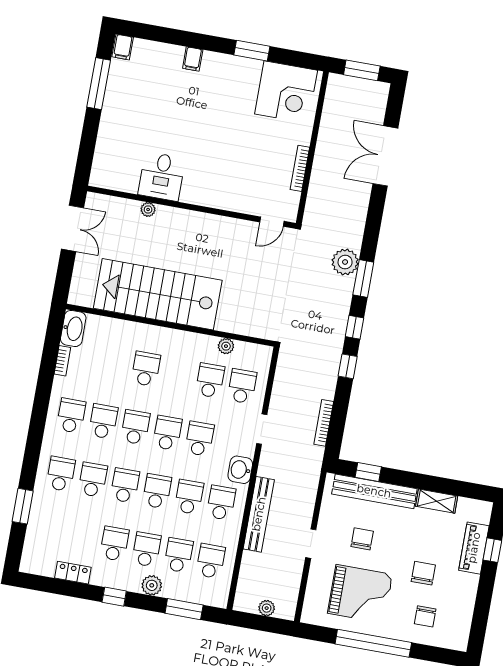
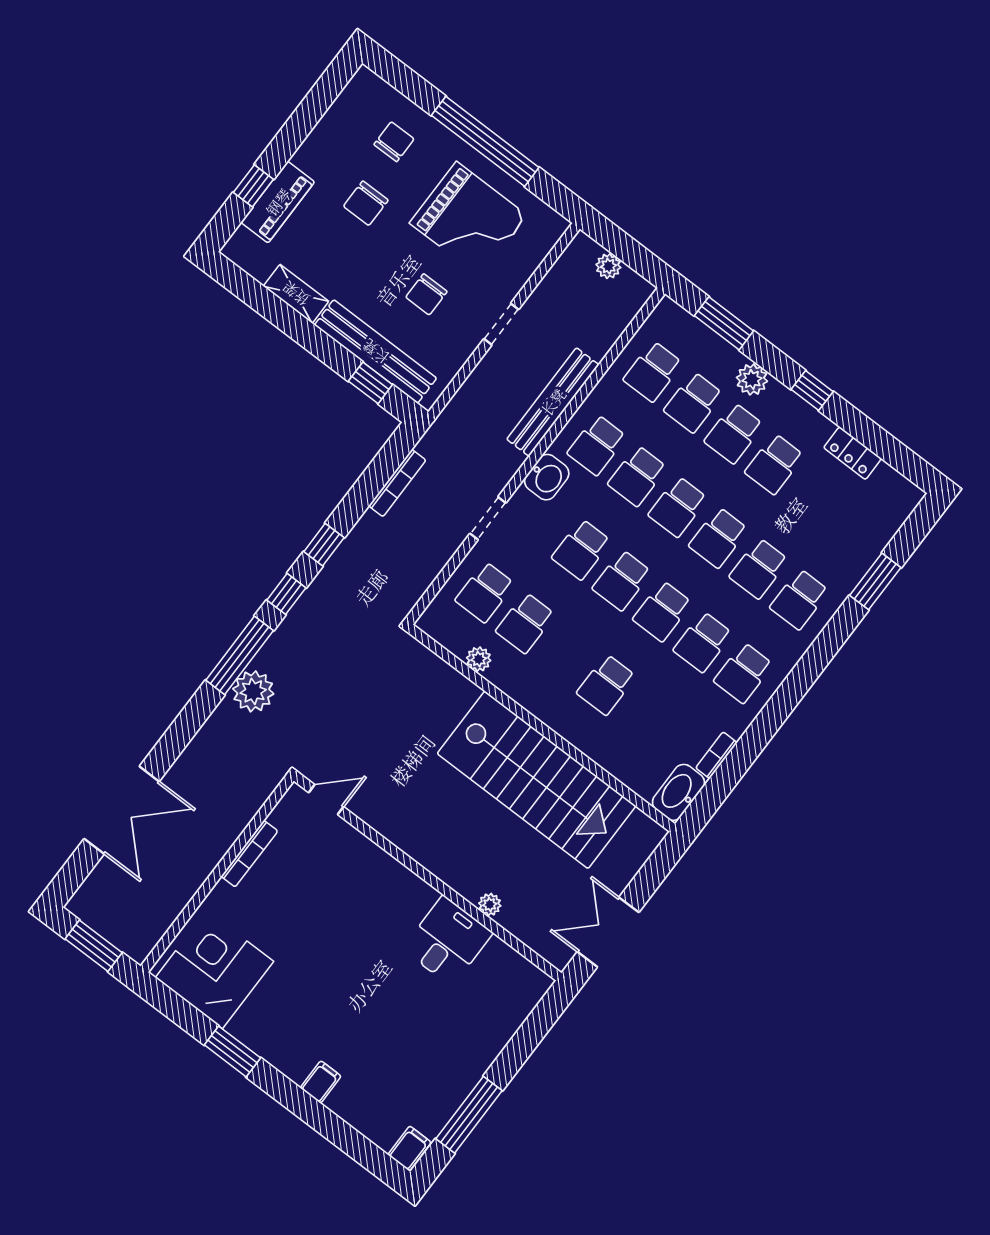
window: (363, 279) -> (240, 655), width x1.44
grand piano: (360, 594) -> (468, 219), turned 180

